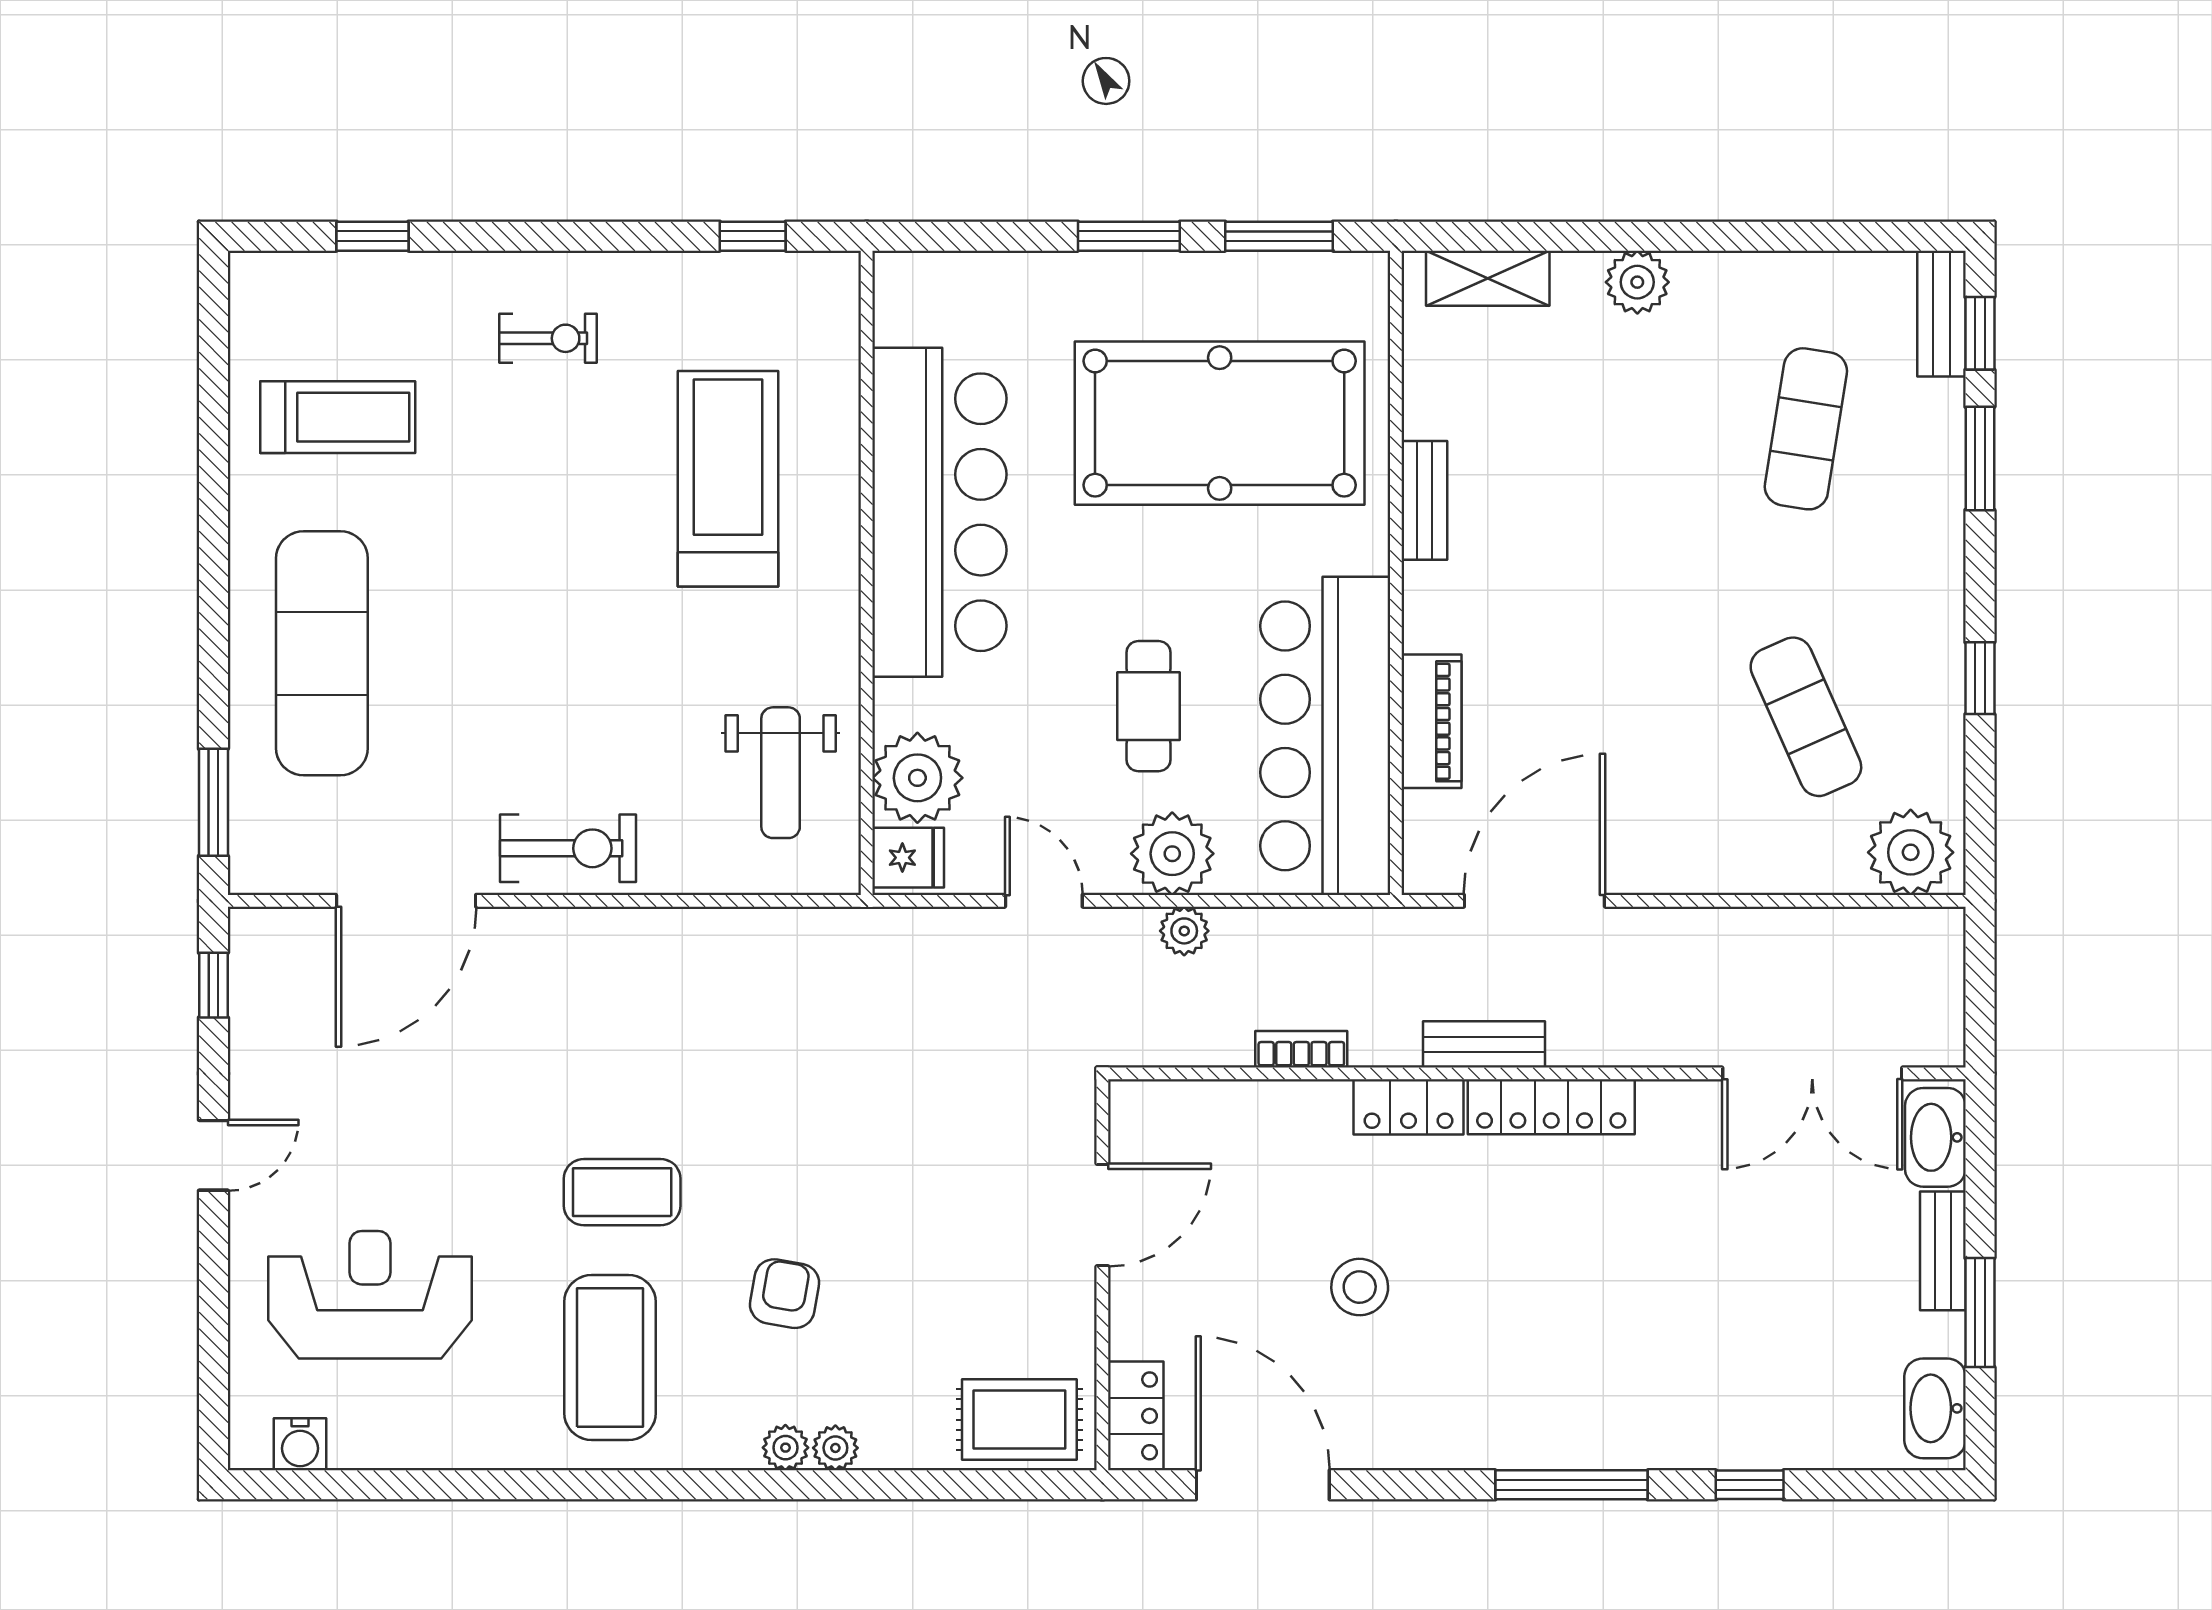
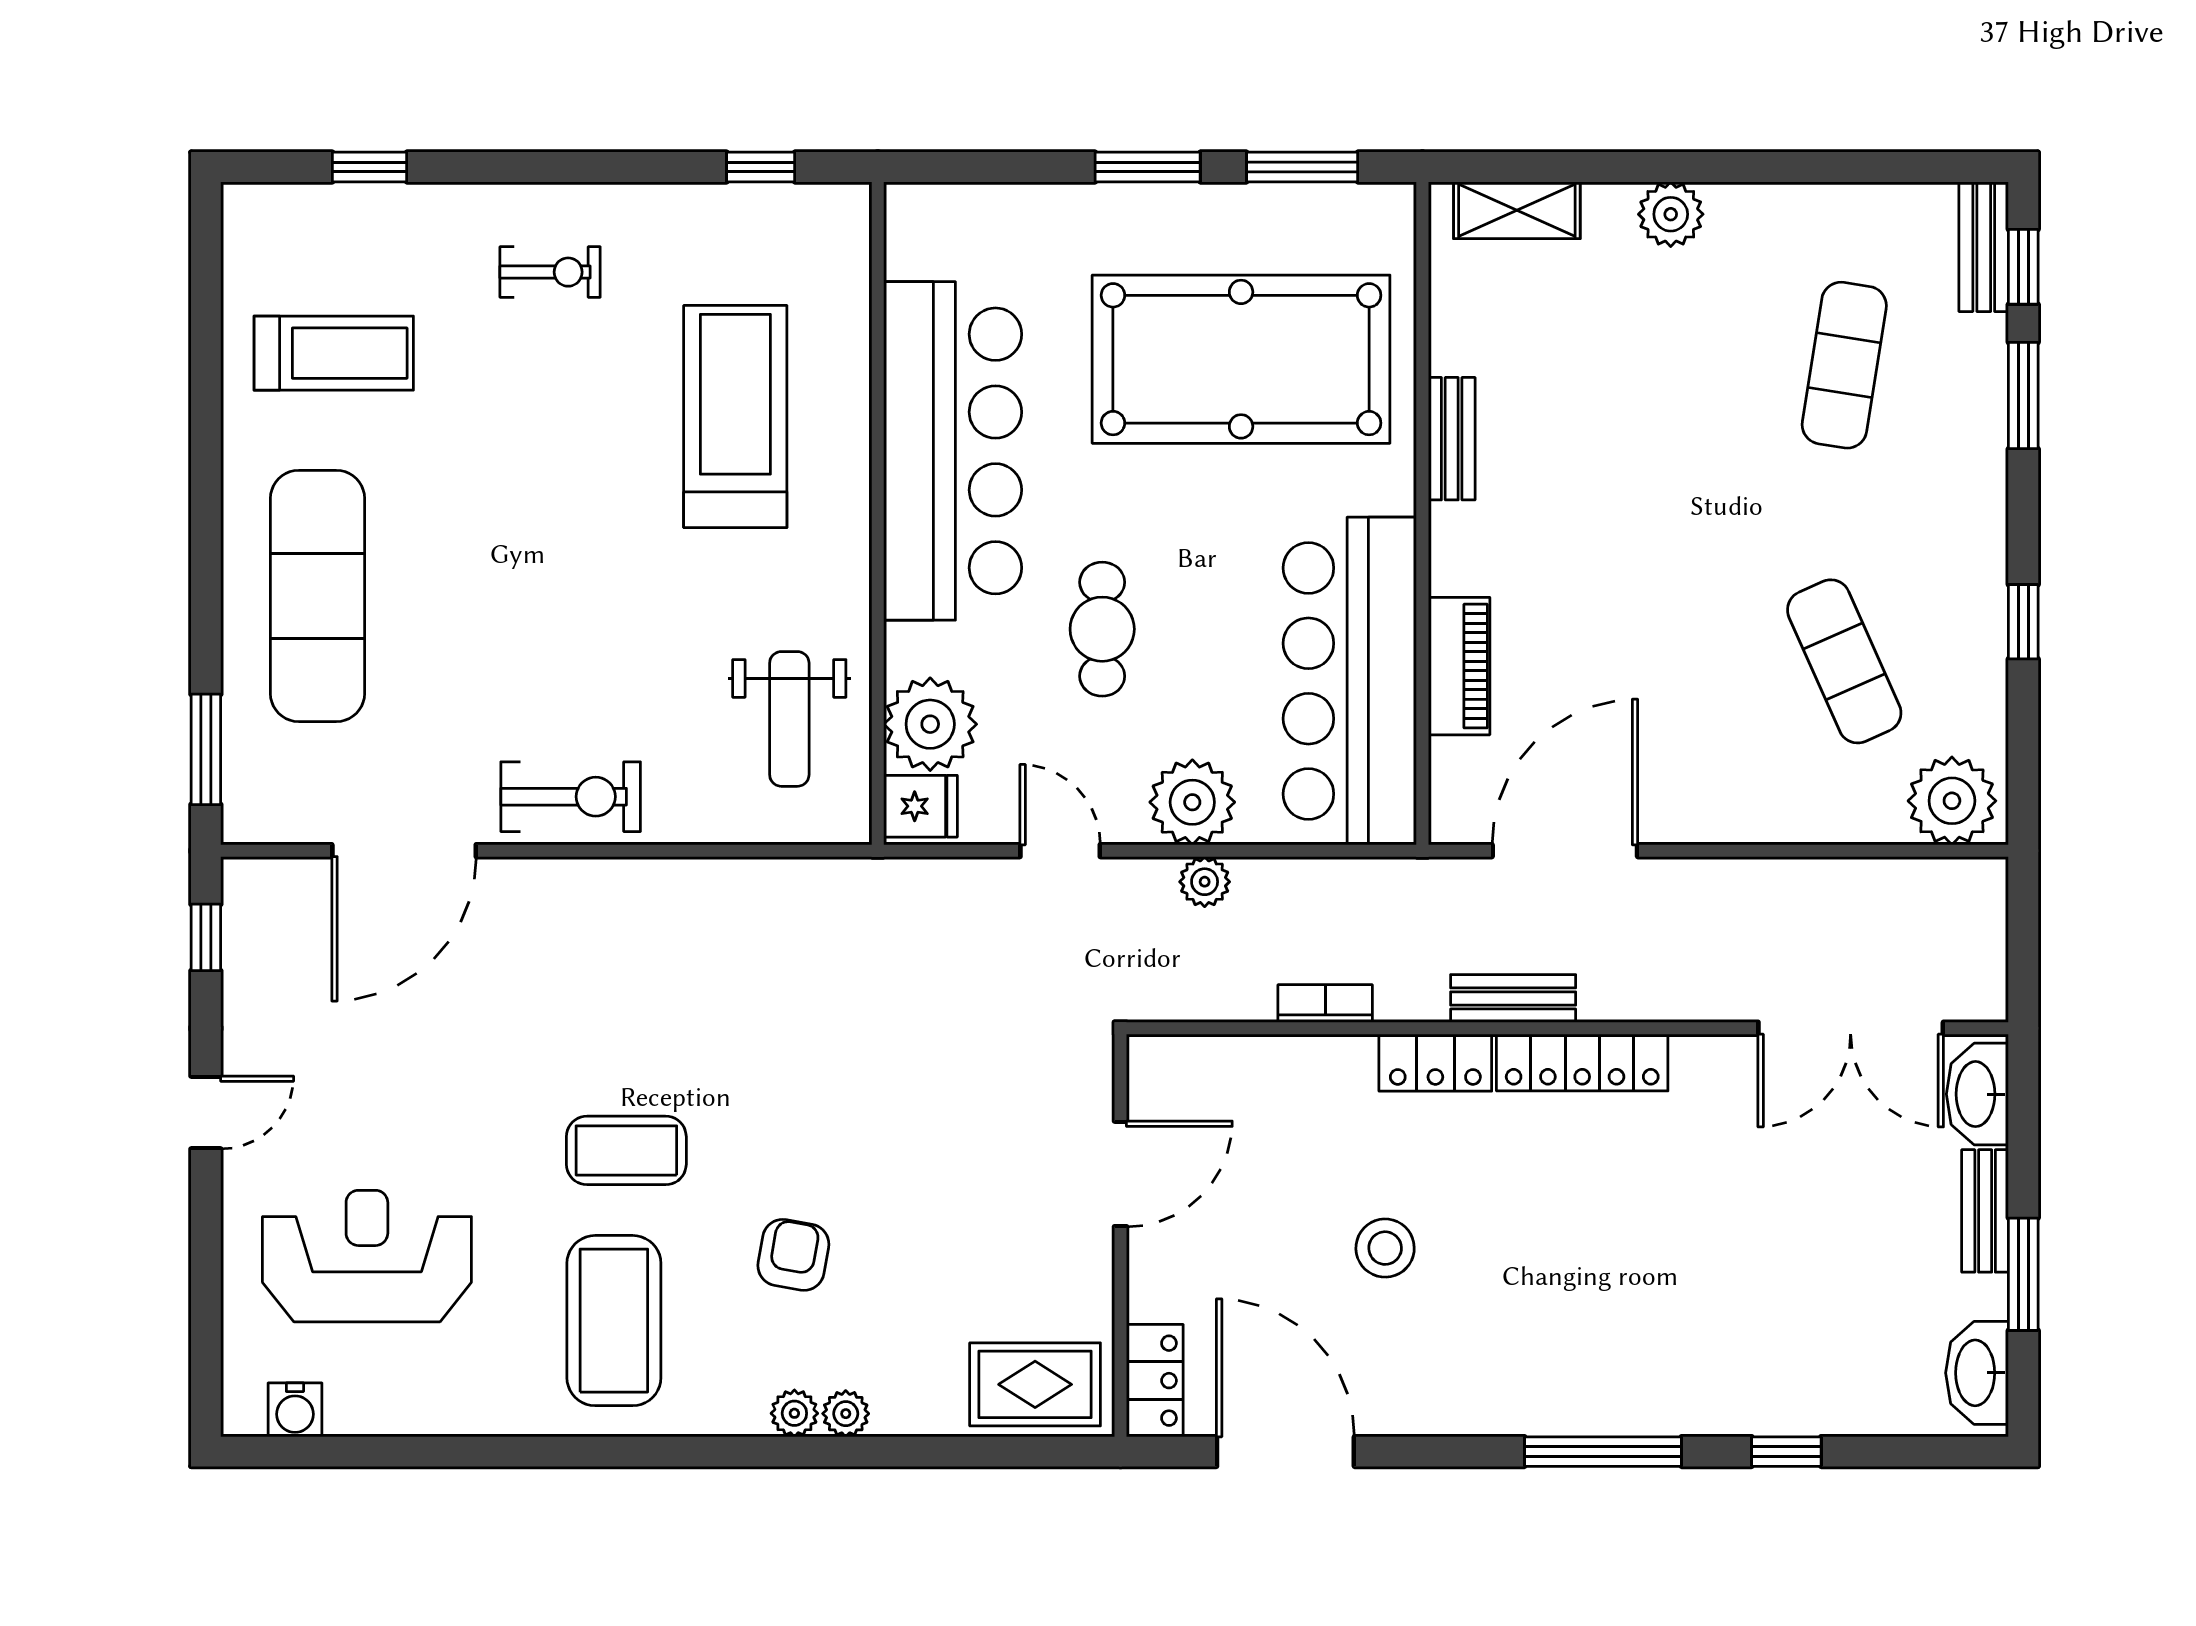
cafe table: (1148, 706) -> (1102, 629), moved

